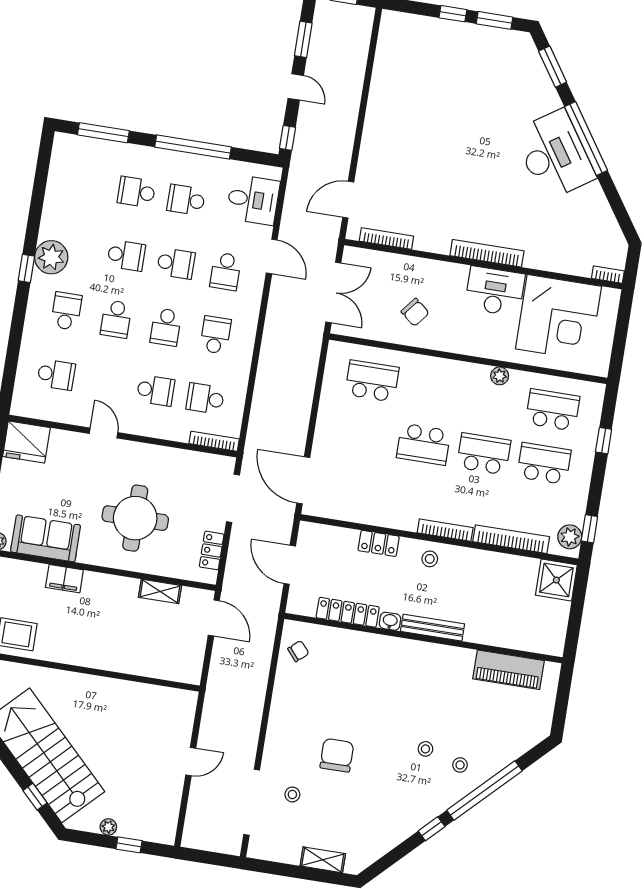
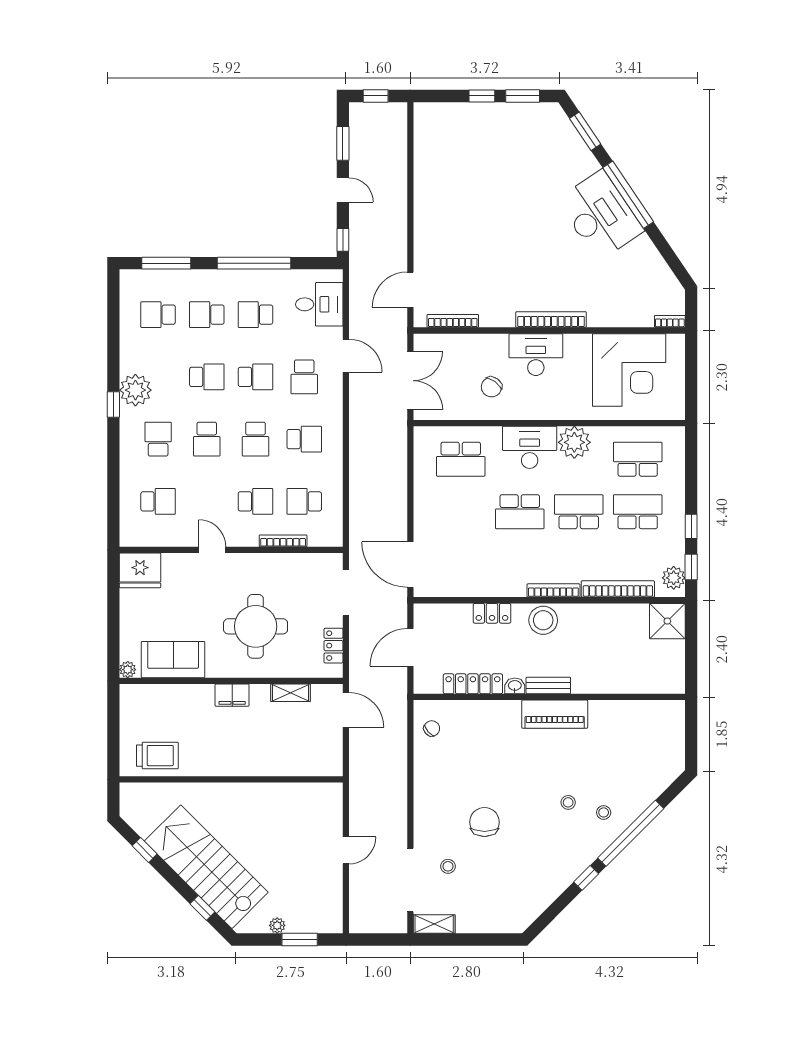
school desk: (87, 184) -> (158, 315), added
desk: (495, 291) -> (536, 355), moved
chair: (415, 312) -> (491, 387), turned 87
school desk: (215, 335) -> (304, 439), turned 90
plant: (500, 376) -> (574, 442), width x1.88, depth x1.88
desk: (444, 380) -> (530, 447), added
school desk: (372, 381) -> (461, 459), turned 180
bookcase: (214, 441) -> (283, 541), moved
window: (604, 441) -> (691, 526), moved
stool: (430, 559) -> (543, 620), width x1.89, depth x1.89
door: (290, 565) -> (410, 647), hinge flipped
filing cabinet: (64, 579) -> (232, 695), moved
bench: (433, 628) -> (548, 685), width x0.73
piano: (508, 670) -> (555, 714), moved
window: (129, 845) -> (300, 939), width x1.50
shelving: (323, 860) -> (434, 924), moved

